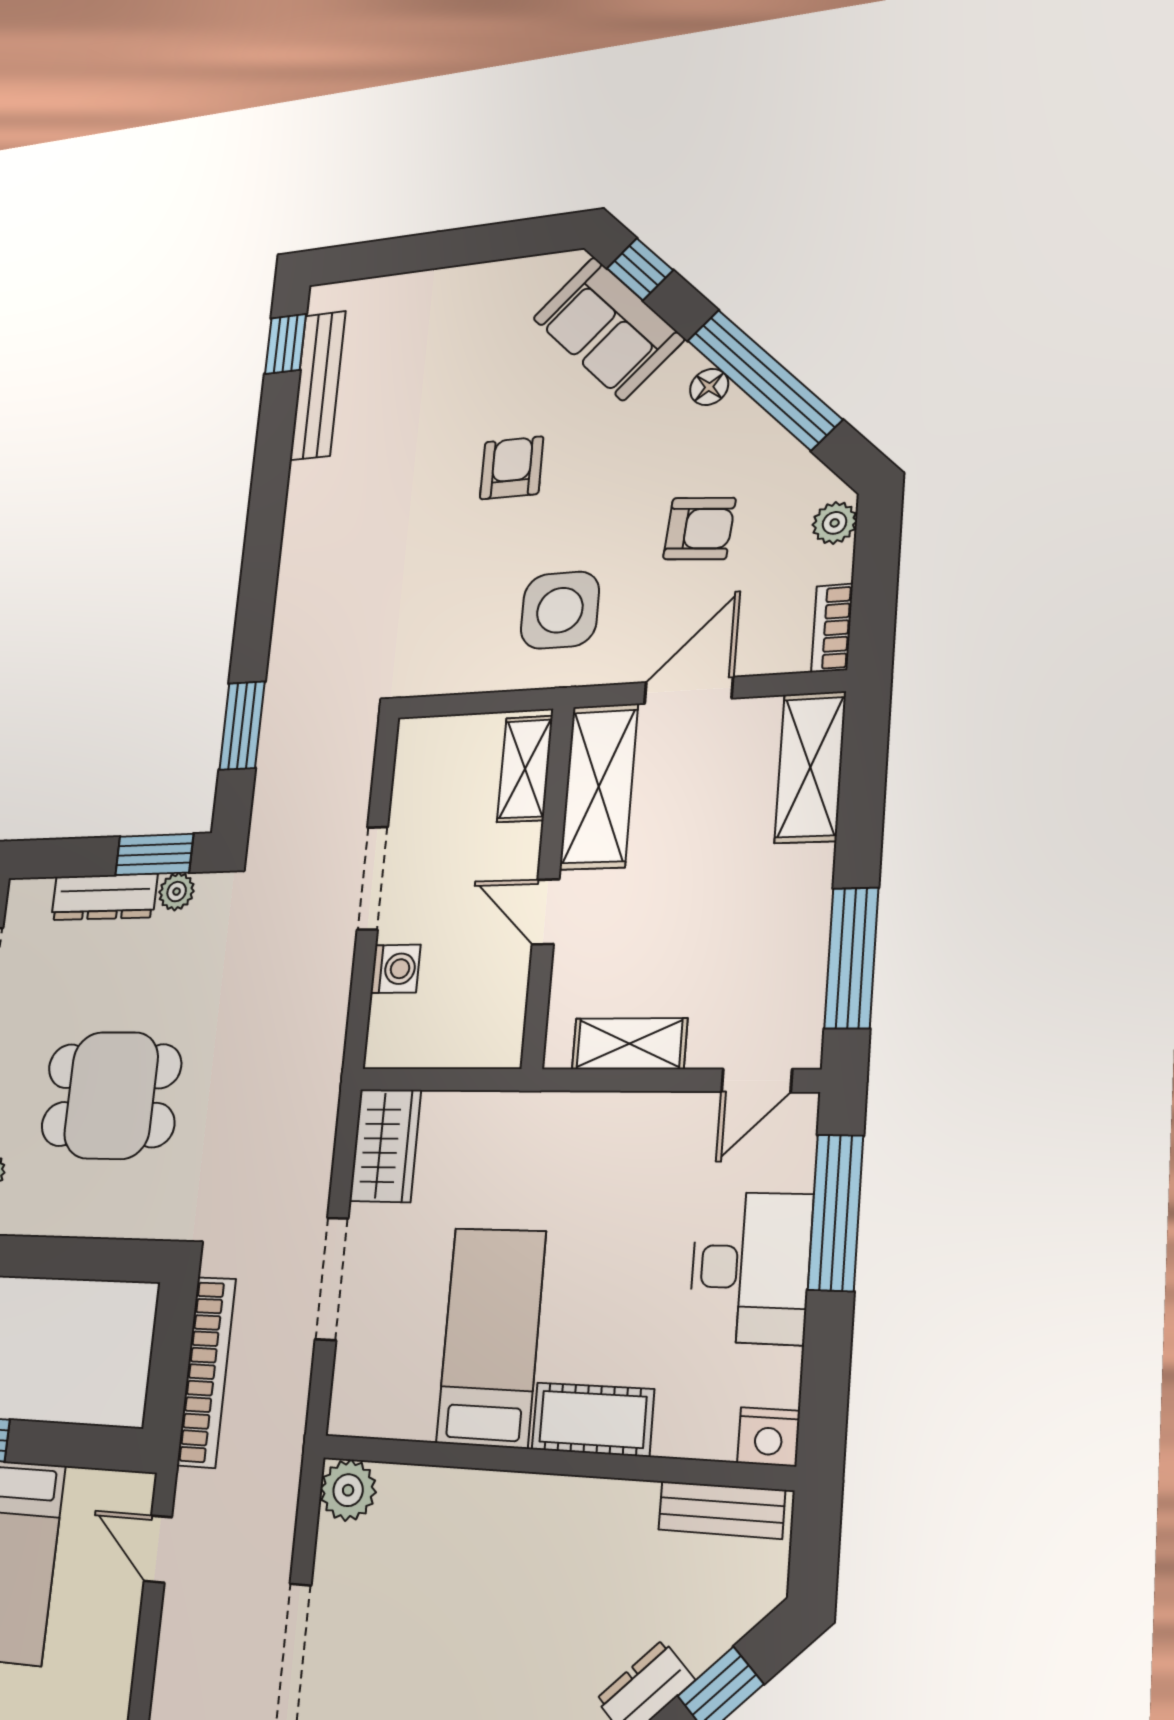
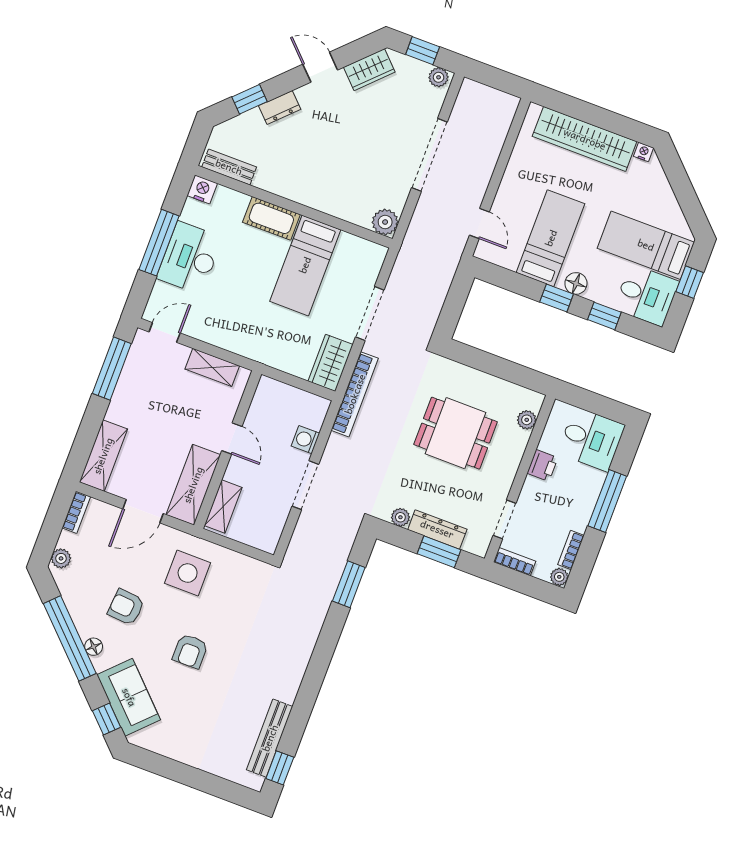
armchair: (699, 529) -> (126, 607), moved
window: (154, 854) -> (439, 552), moved
window: (836, 1212) -> (159, 243), moved
bookcase: (206, 1372) -> (355, 394), moved, turned 180

